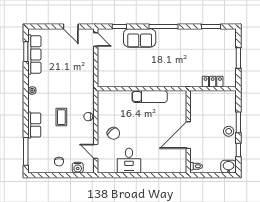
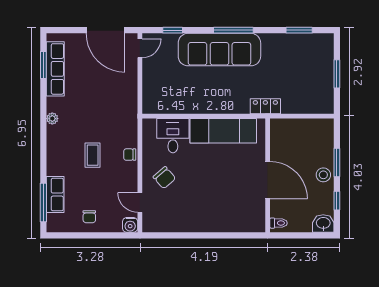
door: (71, 26) -> (106, 30), width x1.88
sofa: (140, 38) -> (219, 50), width x1.85, depth x1.27
door: (96, 40) -> (140, 48), hinge flipped
locker: (213, 82) -> (265, 106), moved
exam couch: (150, 97) -> (223, 131), width x1.36, depth x1.45
row of seats: (34, 125) -> (55, 195), moved
door: (188, 135) -> (268, 180), swing flipped
desk: (129, 161) -> (173, 136), moved, turned 180
water cooler: (78, 168) -> (130, 225), moved

